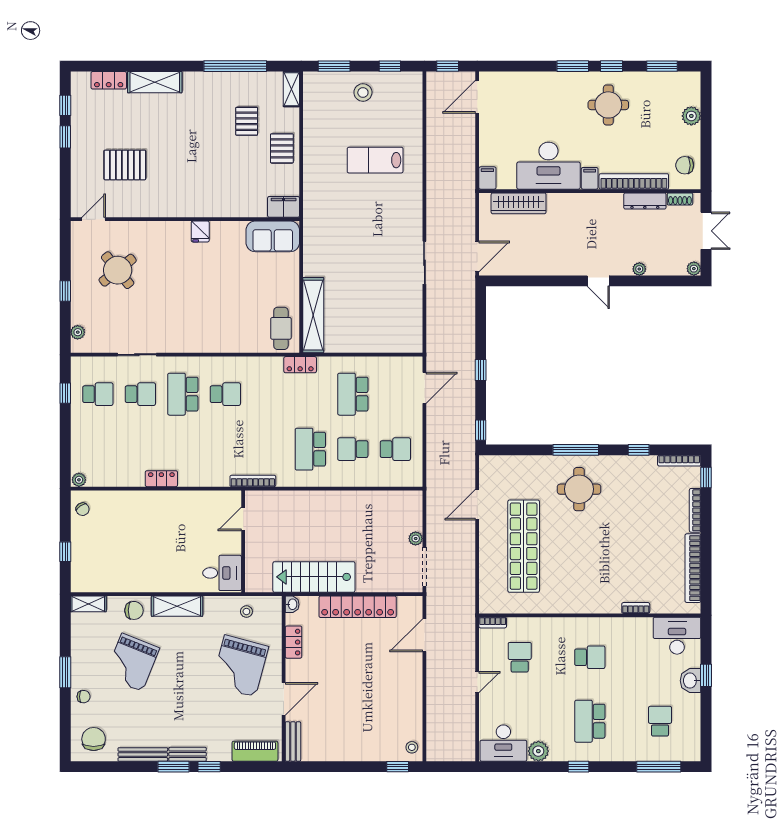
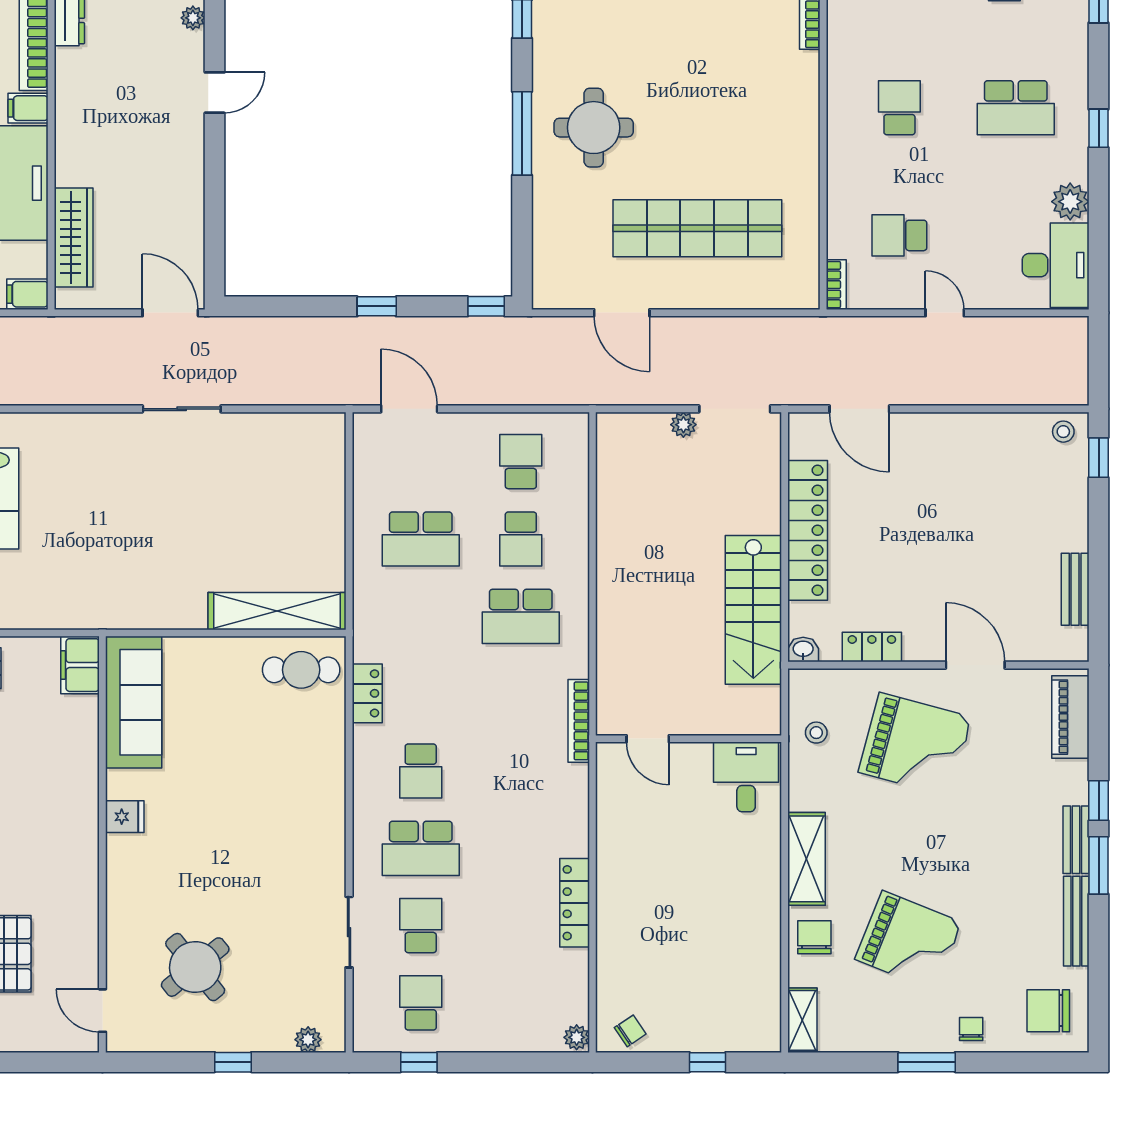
sofa: (273, 236) -> (134, 702), width x1.36
locker: (300, 365) -> (367, 693), moved
school desk: (225, 394) -> (421, 771), turned 180
locker: (161, 479) -> (575, 903), width x1.53
bench: (293, 741) -> (1075, 589), moved, turned 90

